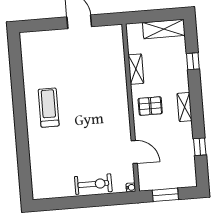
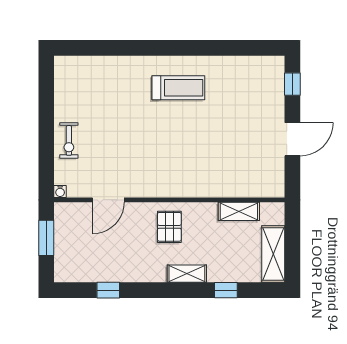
window: (39, 25) -> (292, 84), added
shelving: (136, 69) -> (239, 211), moved
shelving: (184, 107) -> (187, 274), moved
exercise bike: (93, 184) -> (69, 140), width x0.73, depth x0.72

